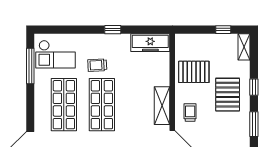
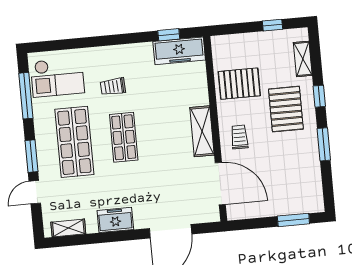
window: (113, 30) -> (169, 35), moved
shelving: (244, 47) -> (303, 59), moved
shop shelf: (102, 105) -> (124, 137), width x0.70, depth x0.74
window: (30, 112) -> (31, 156), added

